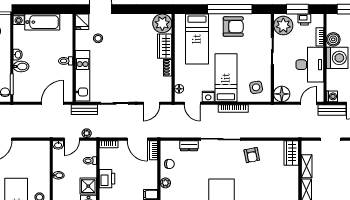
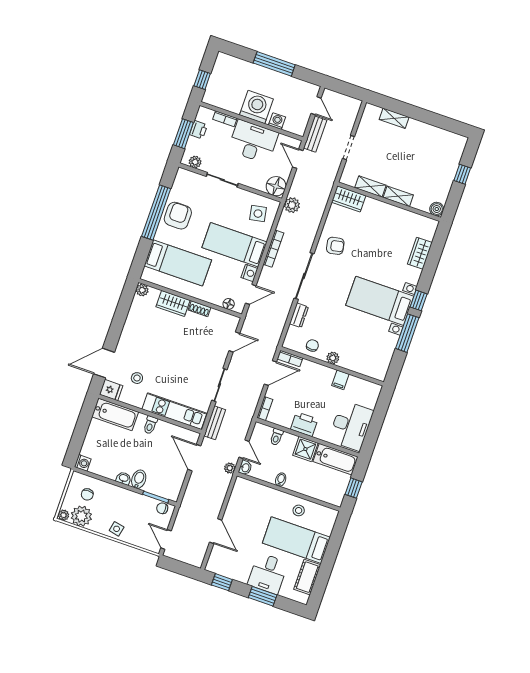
bathtub: (42, 22) -> (115, 414), moved, turned 90
plant: (162, 23) -> (142, 290), width x0.53, depth x0.53
plant: (283, 26) -> (195, 162), width x0.53, depth x0.53
boiler: (333, 39) -> (233, 104), removed
washing machine: (332, 96) -> (277, 121), moved
door: (151, 103) -> (234, 342), hinge flipped
plant: (272, 111) -> (292, 205), added
plant: (87, 133) -> (230, 468), moved

